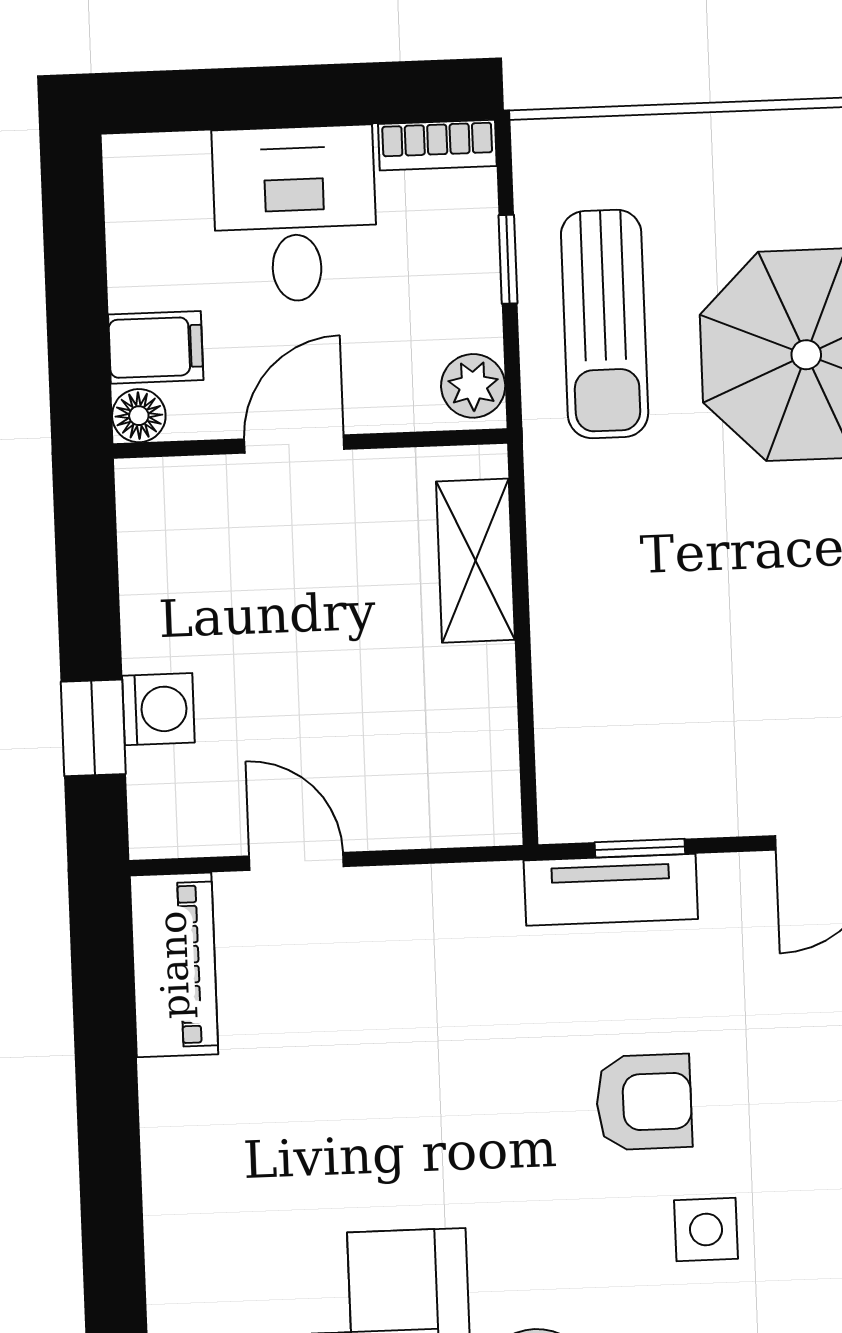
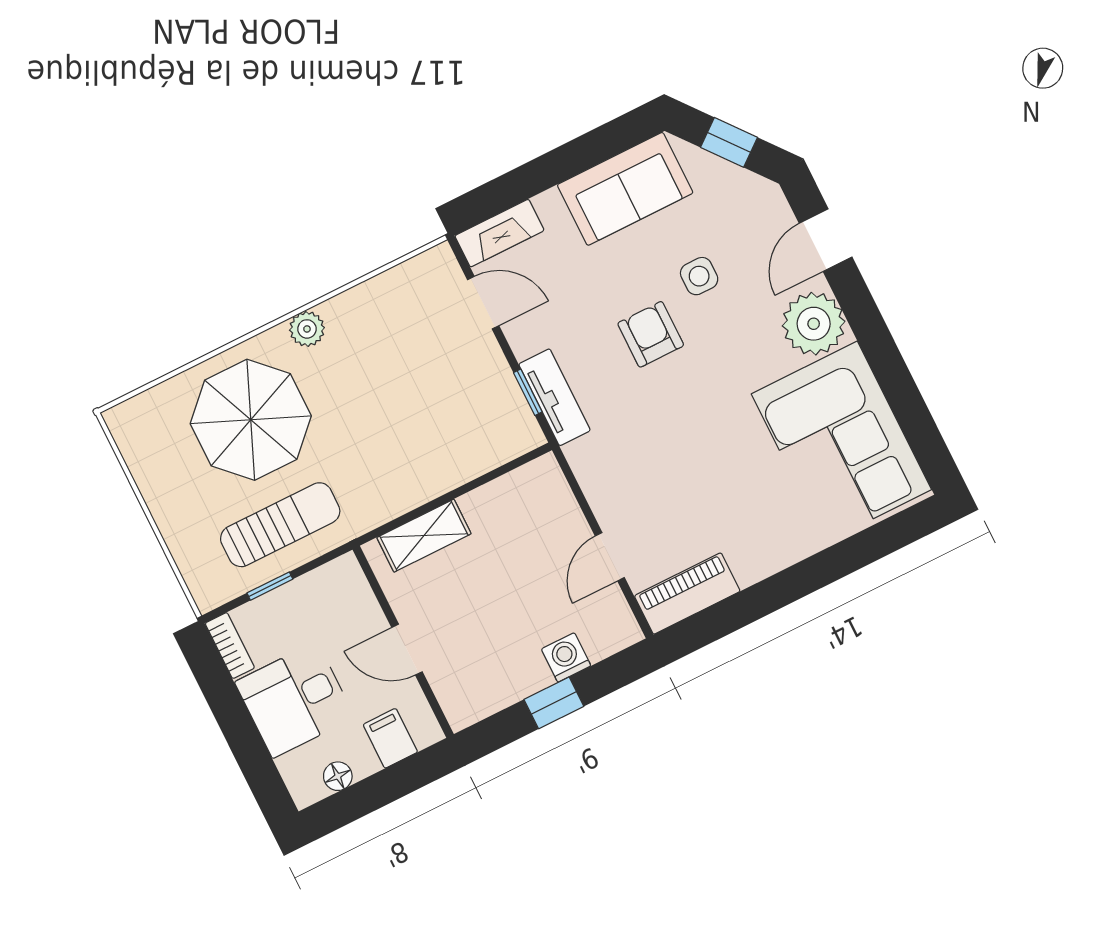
plant: (473, 386) -> (339, 575), removed
floor lamp: (139, 416) -> (338, 776), moved
window: (93, 728) -> (554, 703), moved

